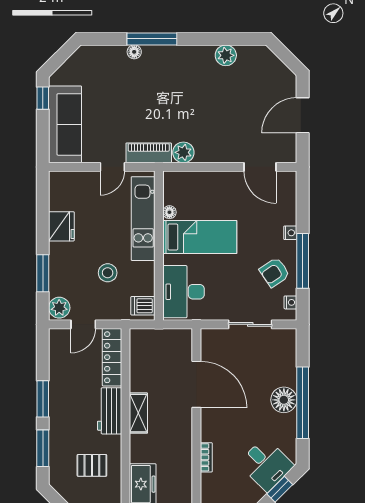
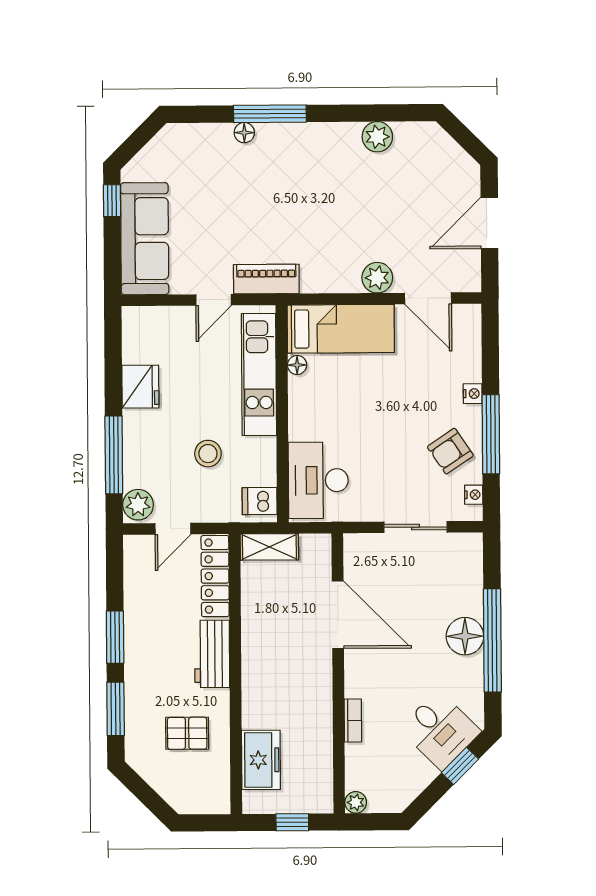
plant: (183, 152) -> (377, 278), moved
bed: (200, 237) -> (341, 329), moved
window: (43, 273) -> (114, 455), width x1.44
shelving: (138, 413) -> (269, 547), moved, turned 90

